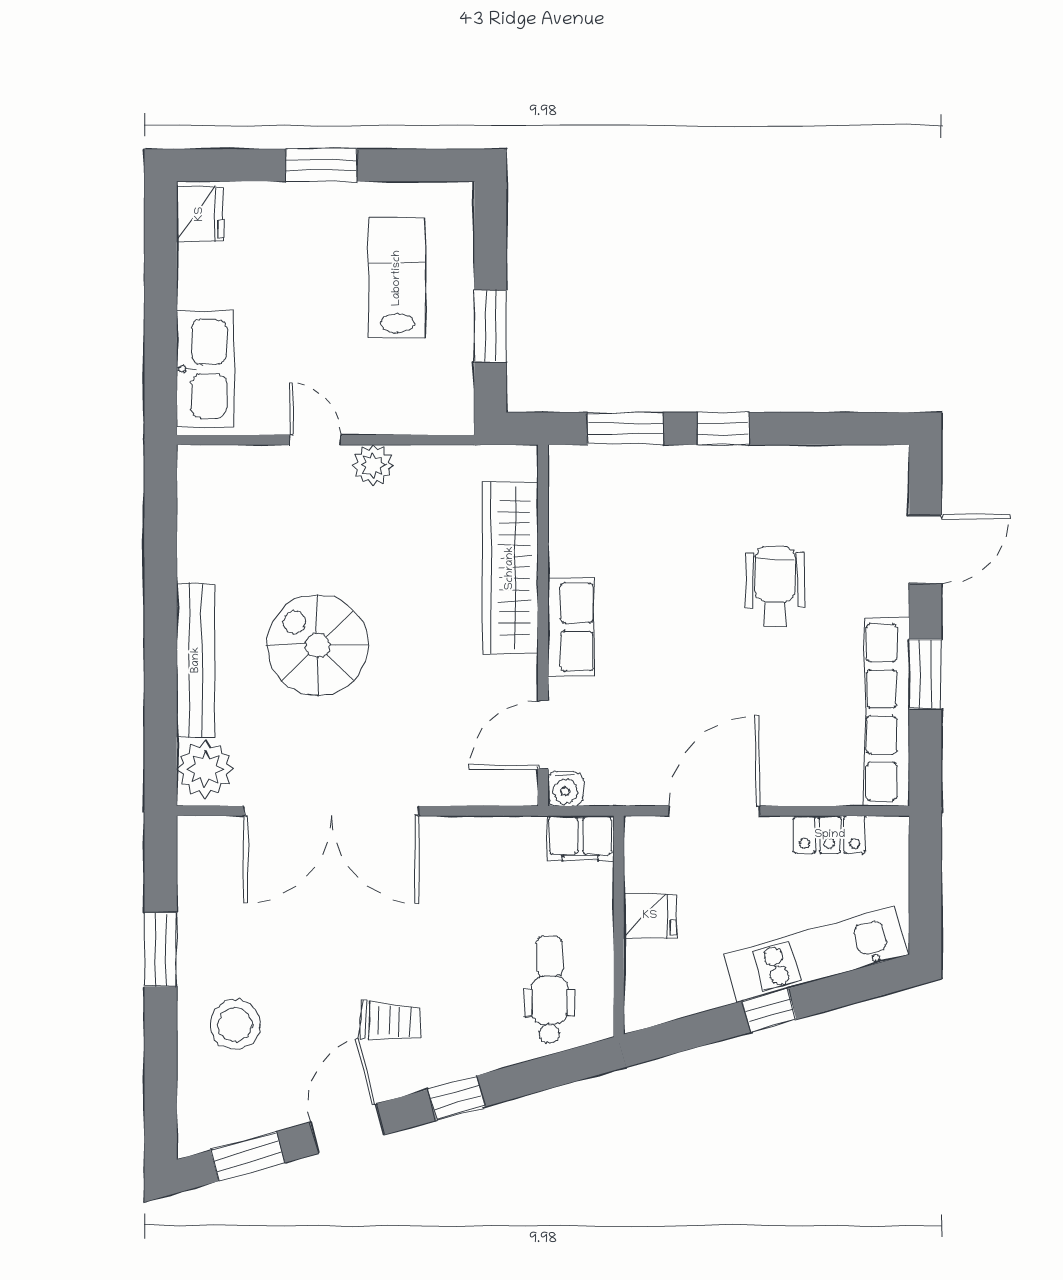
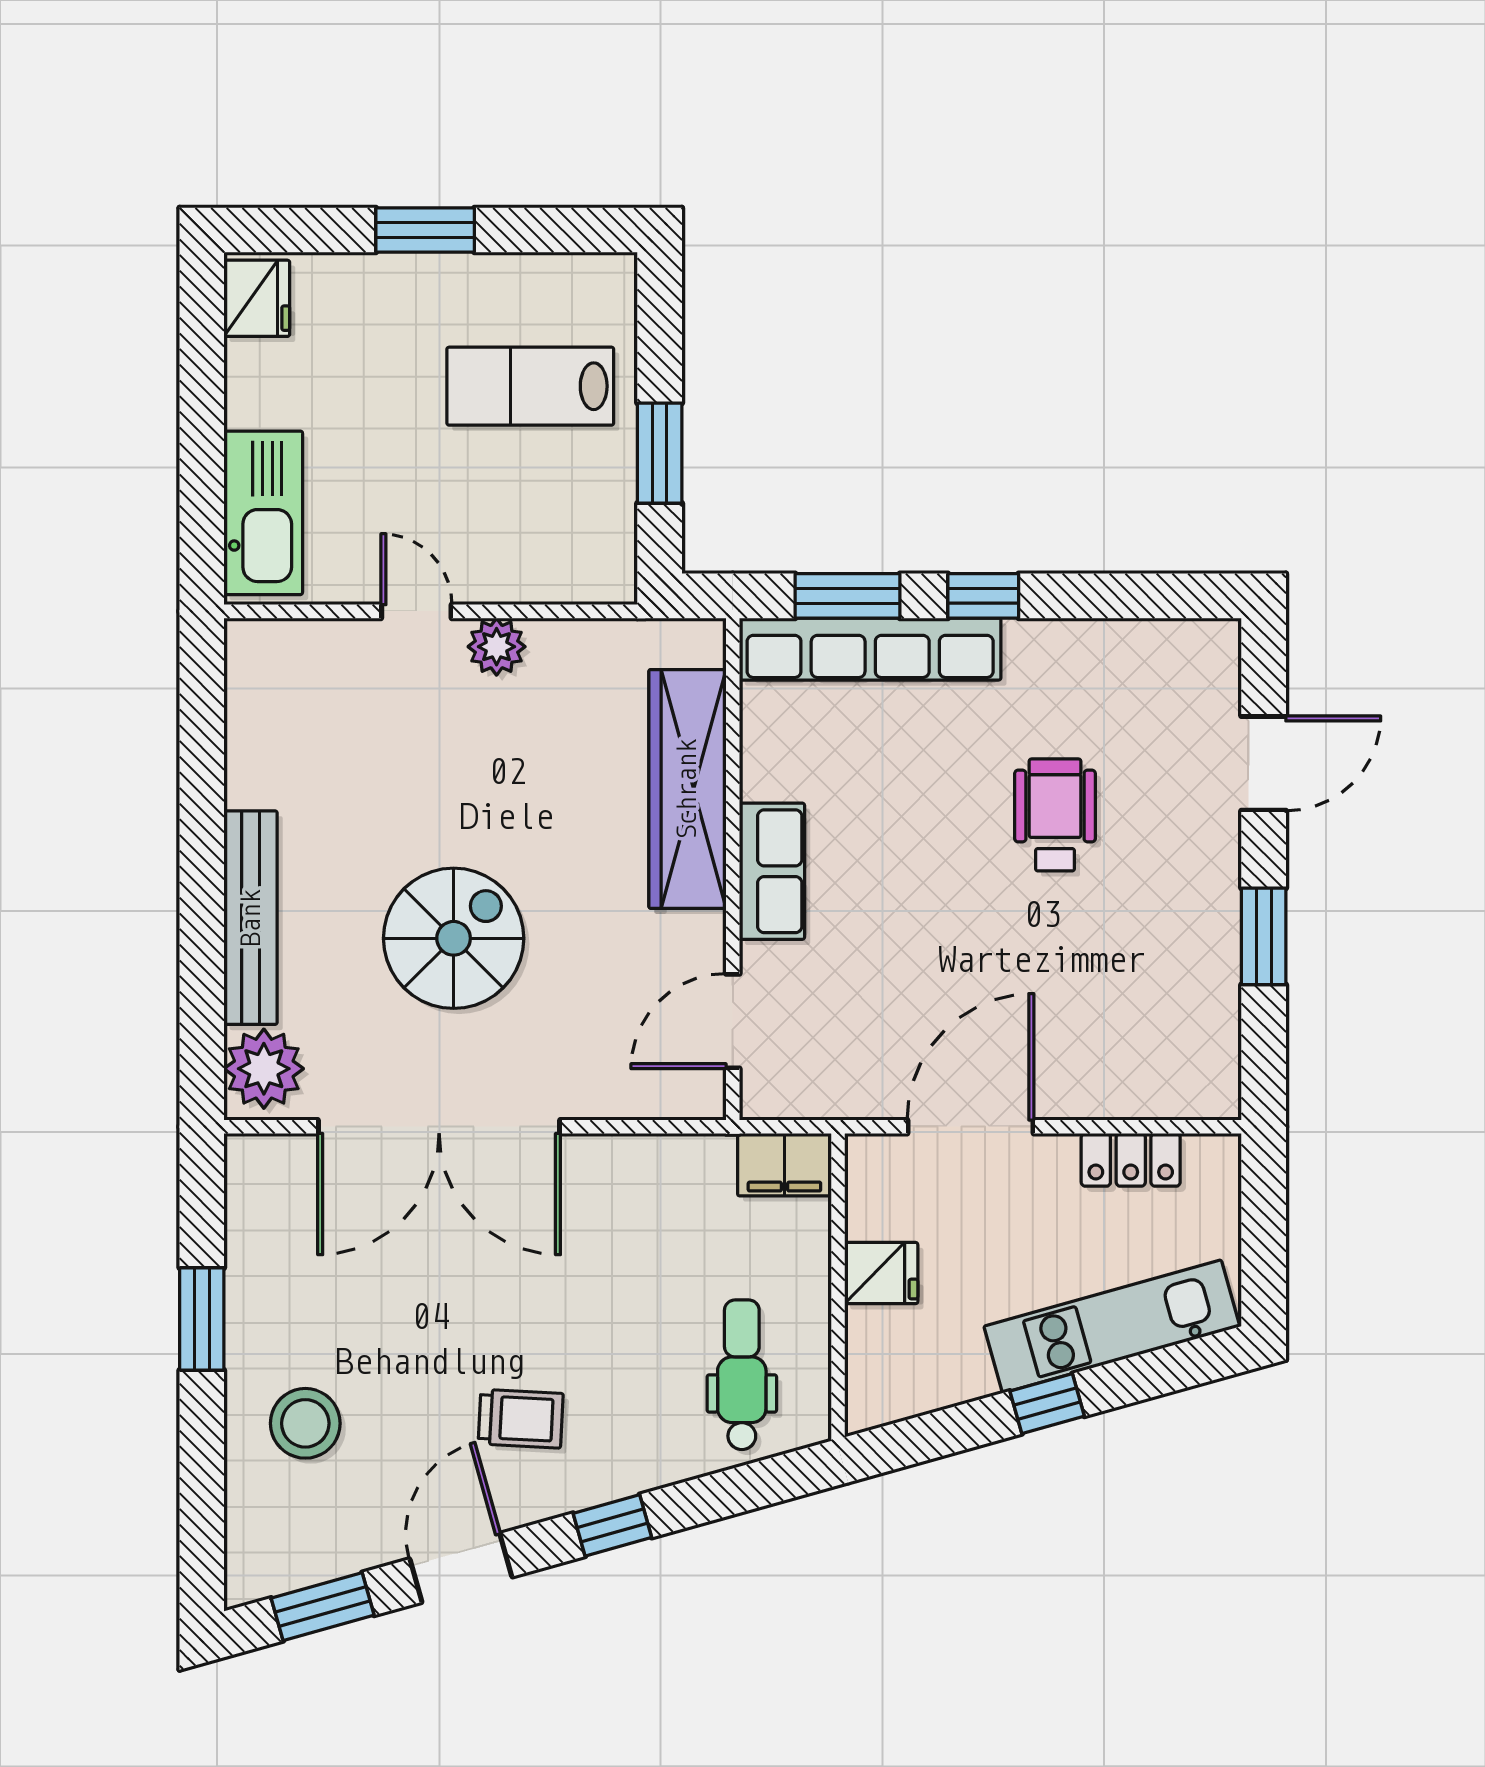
lab bench: (397, 278) -> (530, 386), turned -90
spiral stairs: (318, 646) -> (454, 938), moved, turned 90
row of seats: (887, 712) -> (870, 649), moved, turned -90
water cooler: (565, 789) -> (764, 1096), removed

